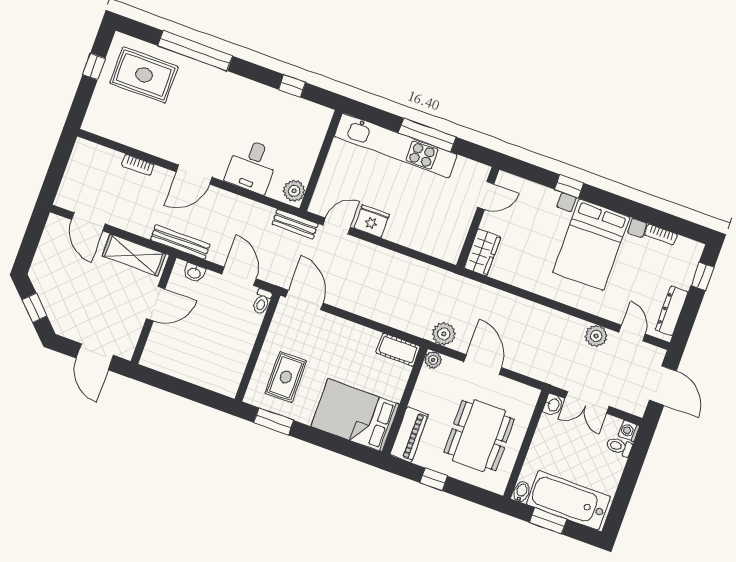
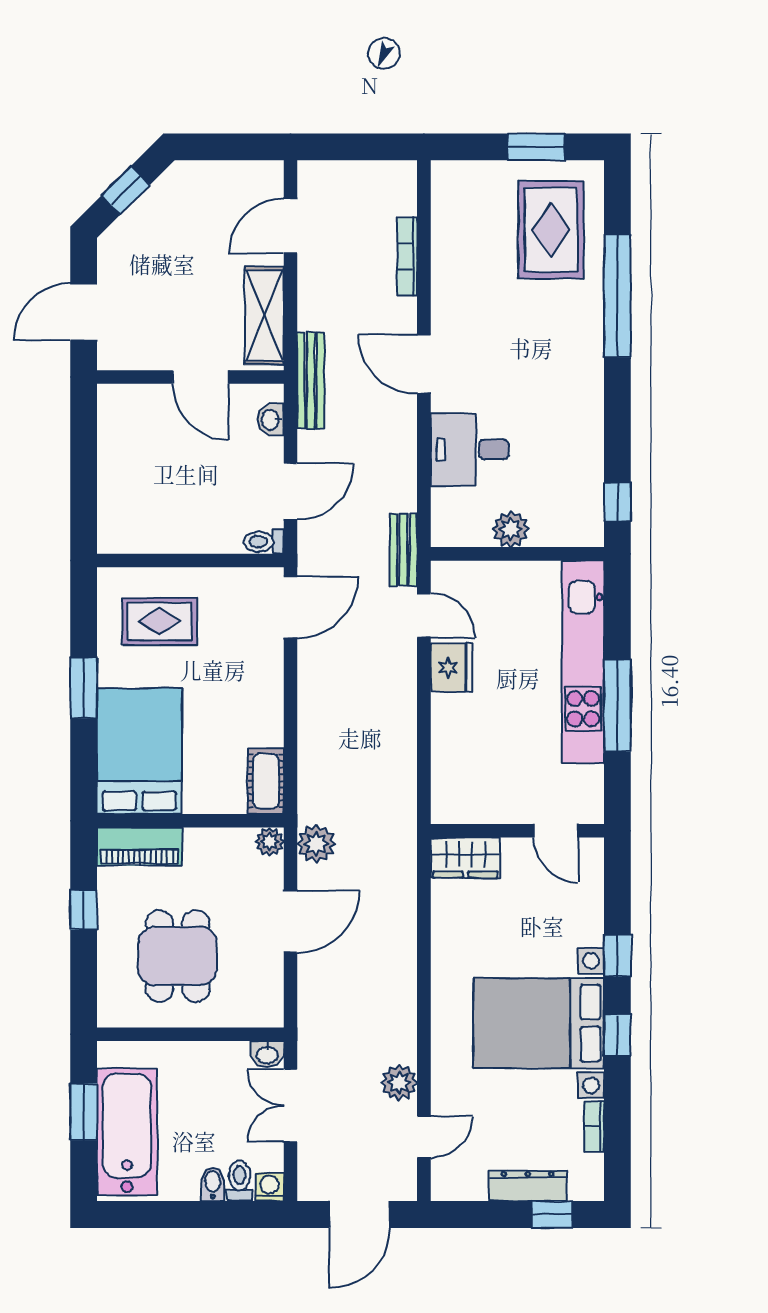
window: (94, 66) -> (536, 147), width x1.50
window: (292, 86) -> (617, 502), moved
bookcase: (138, 165) -> (407, 257), width x1.56
plant: (294, 191) -> (511, 529), moved
window: (614, 203) -> (617, 1035), added
dresser: (672, 311) -> (528, 1186), moved
window: (274, 421) -> (84, 688), moved
dining table: (479, 436) -> (178, 956), width x0.73
bidet: (521, 492) -> (213, 1184), moved, turned -90

